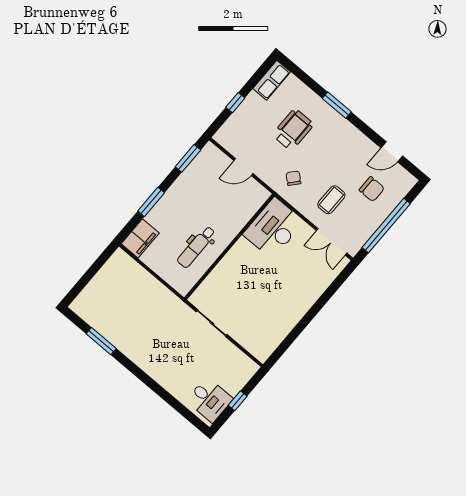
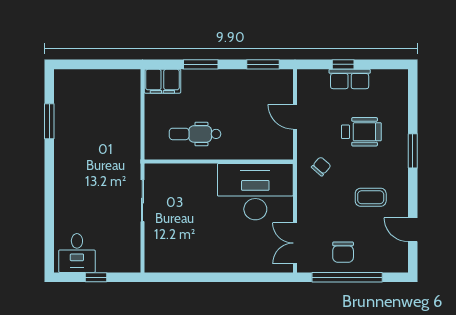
row of seats: (272, 80) -> (350, 79), moved
chair: (372, 189) -> (343, 252), moved
coffee table: (331, 200) -> (371, 197), moved
desk: (274, 228) -> (255, 192), width x1.36, depth x1.30

